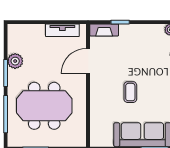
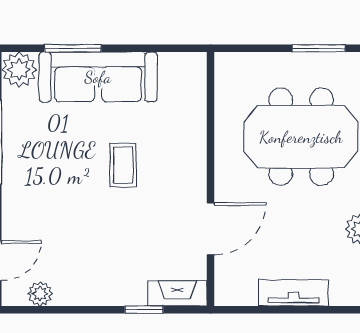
tv unit: (62, 30) -> (294, 293), moved

